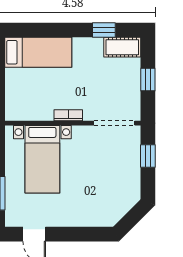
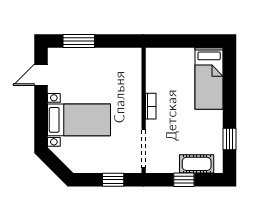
cot: (122, 47) -> (197, 164), moved, turned 90
bed with nightstands: (42, 159) -> (79, 120), moved, turned 180

